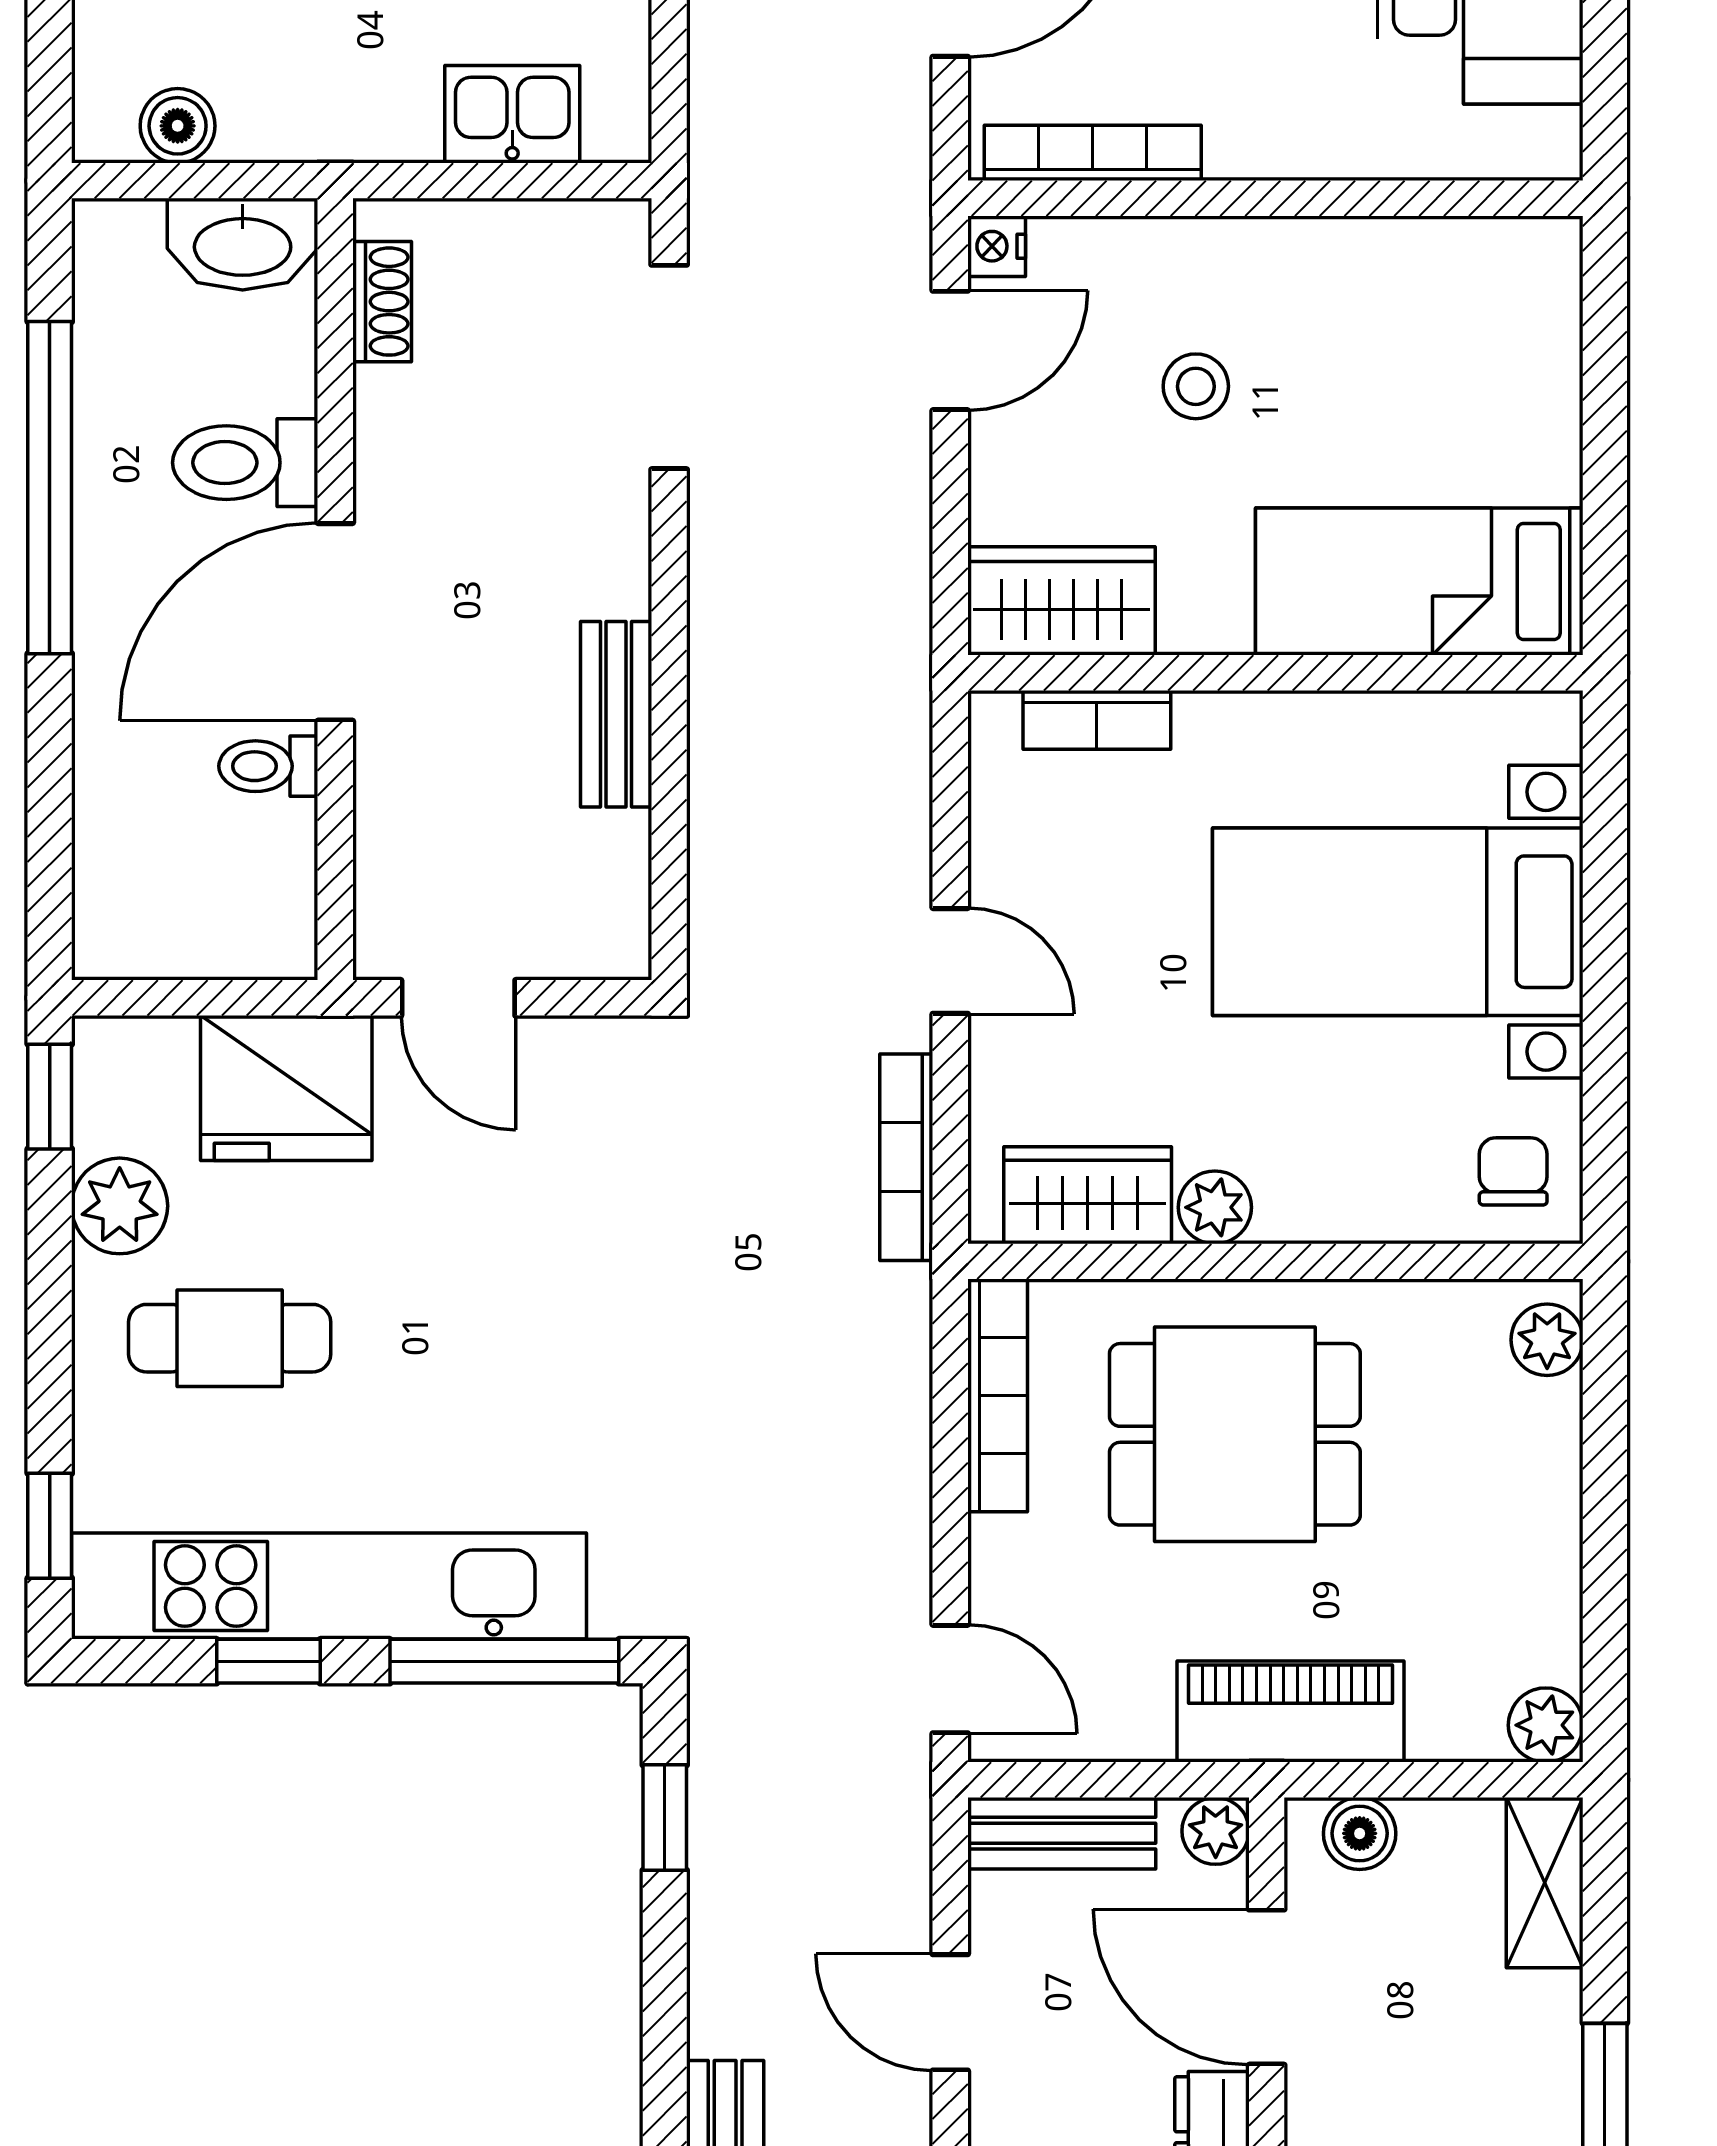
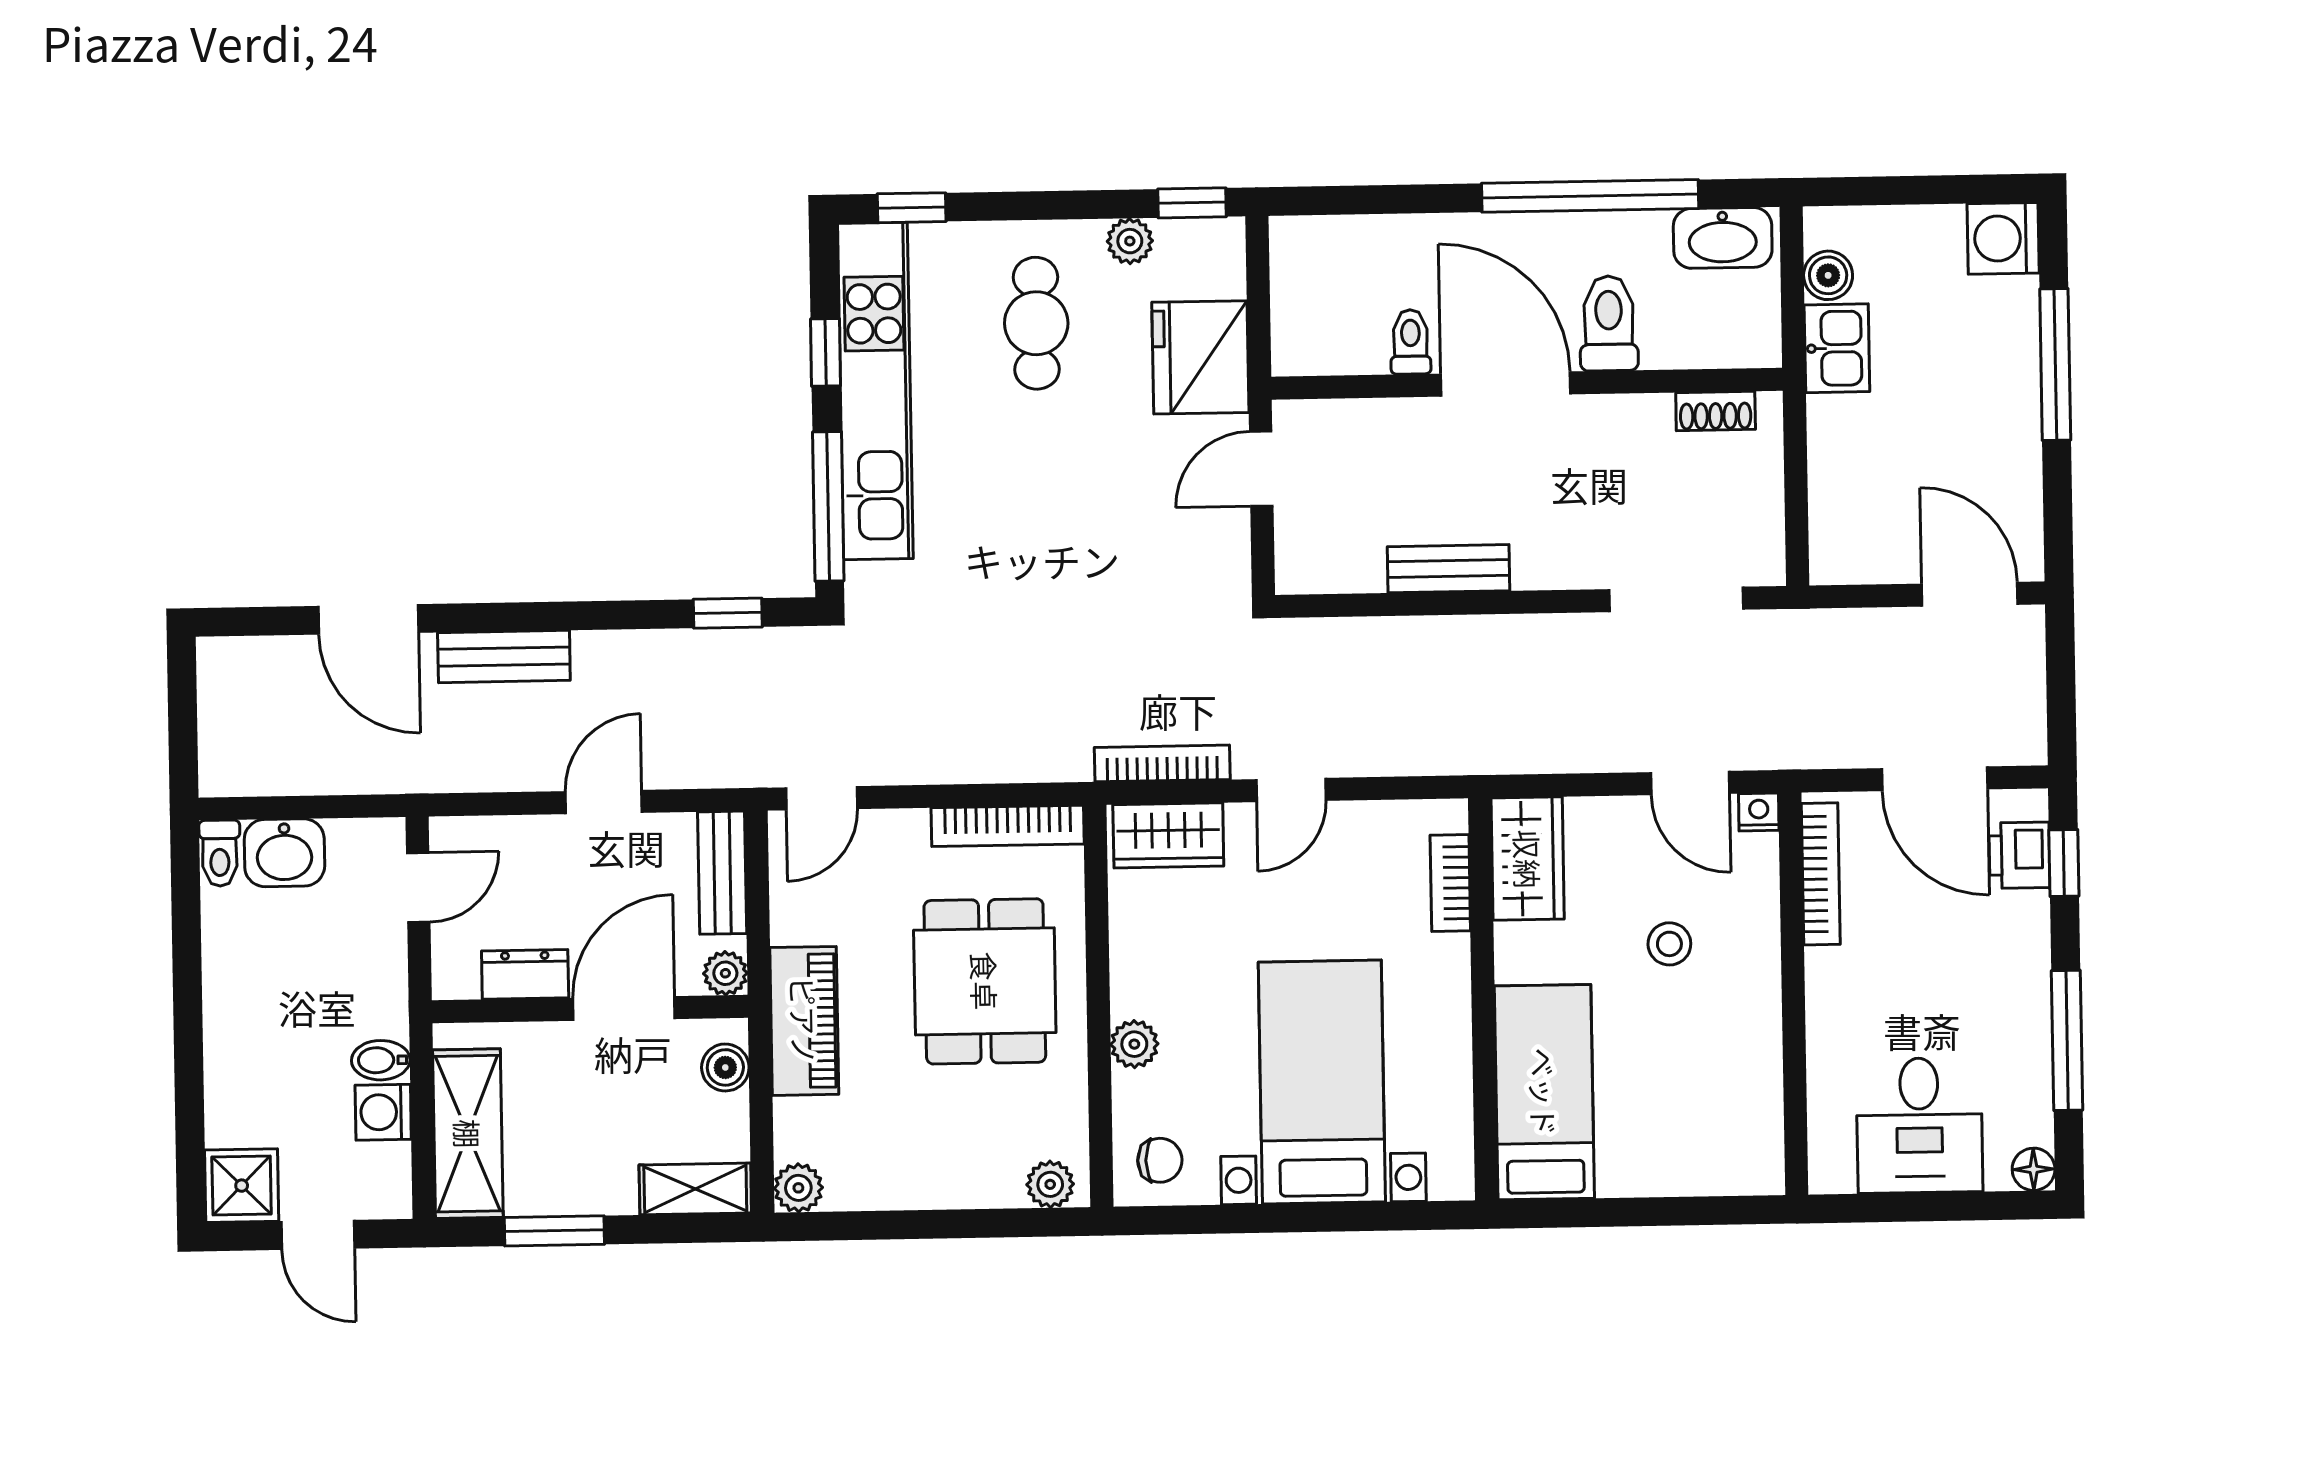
kitchen sink: (512, 114) -> (1837, 348), moved
washbasin: (243, 244) -> (1723, 238), moved, turned -90
wardrobe: (1088, 1195) -> (1168, 835), moved, turned 90
plant: (120, 1206) -> (1130, 241), width x0.73, depth x0.73
plant: (1215, 1207) -> (1134, 1044), moved

